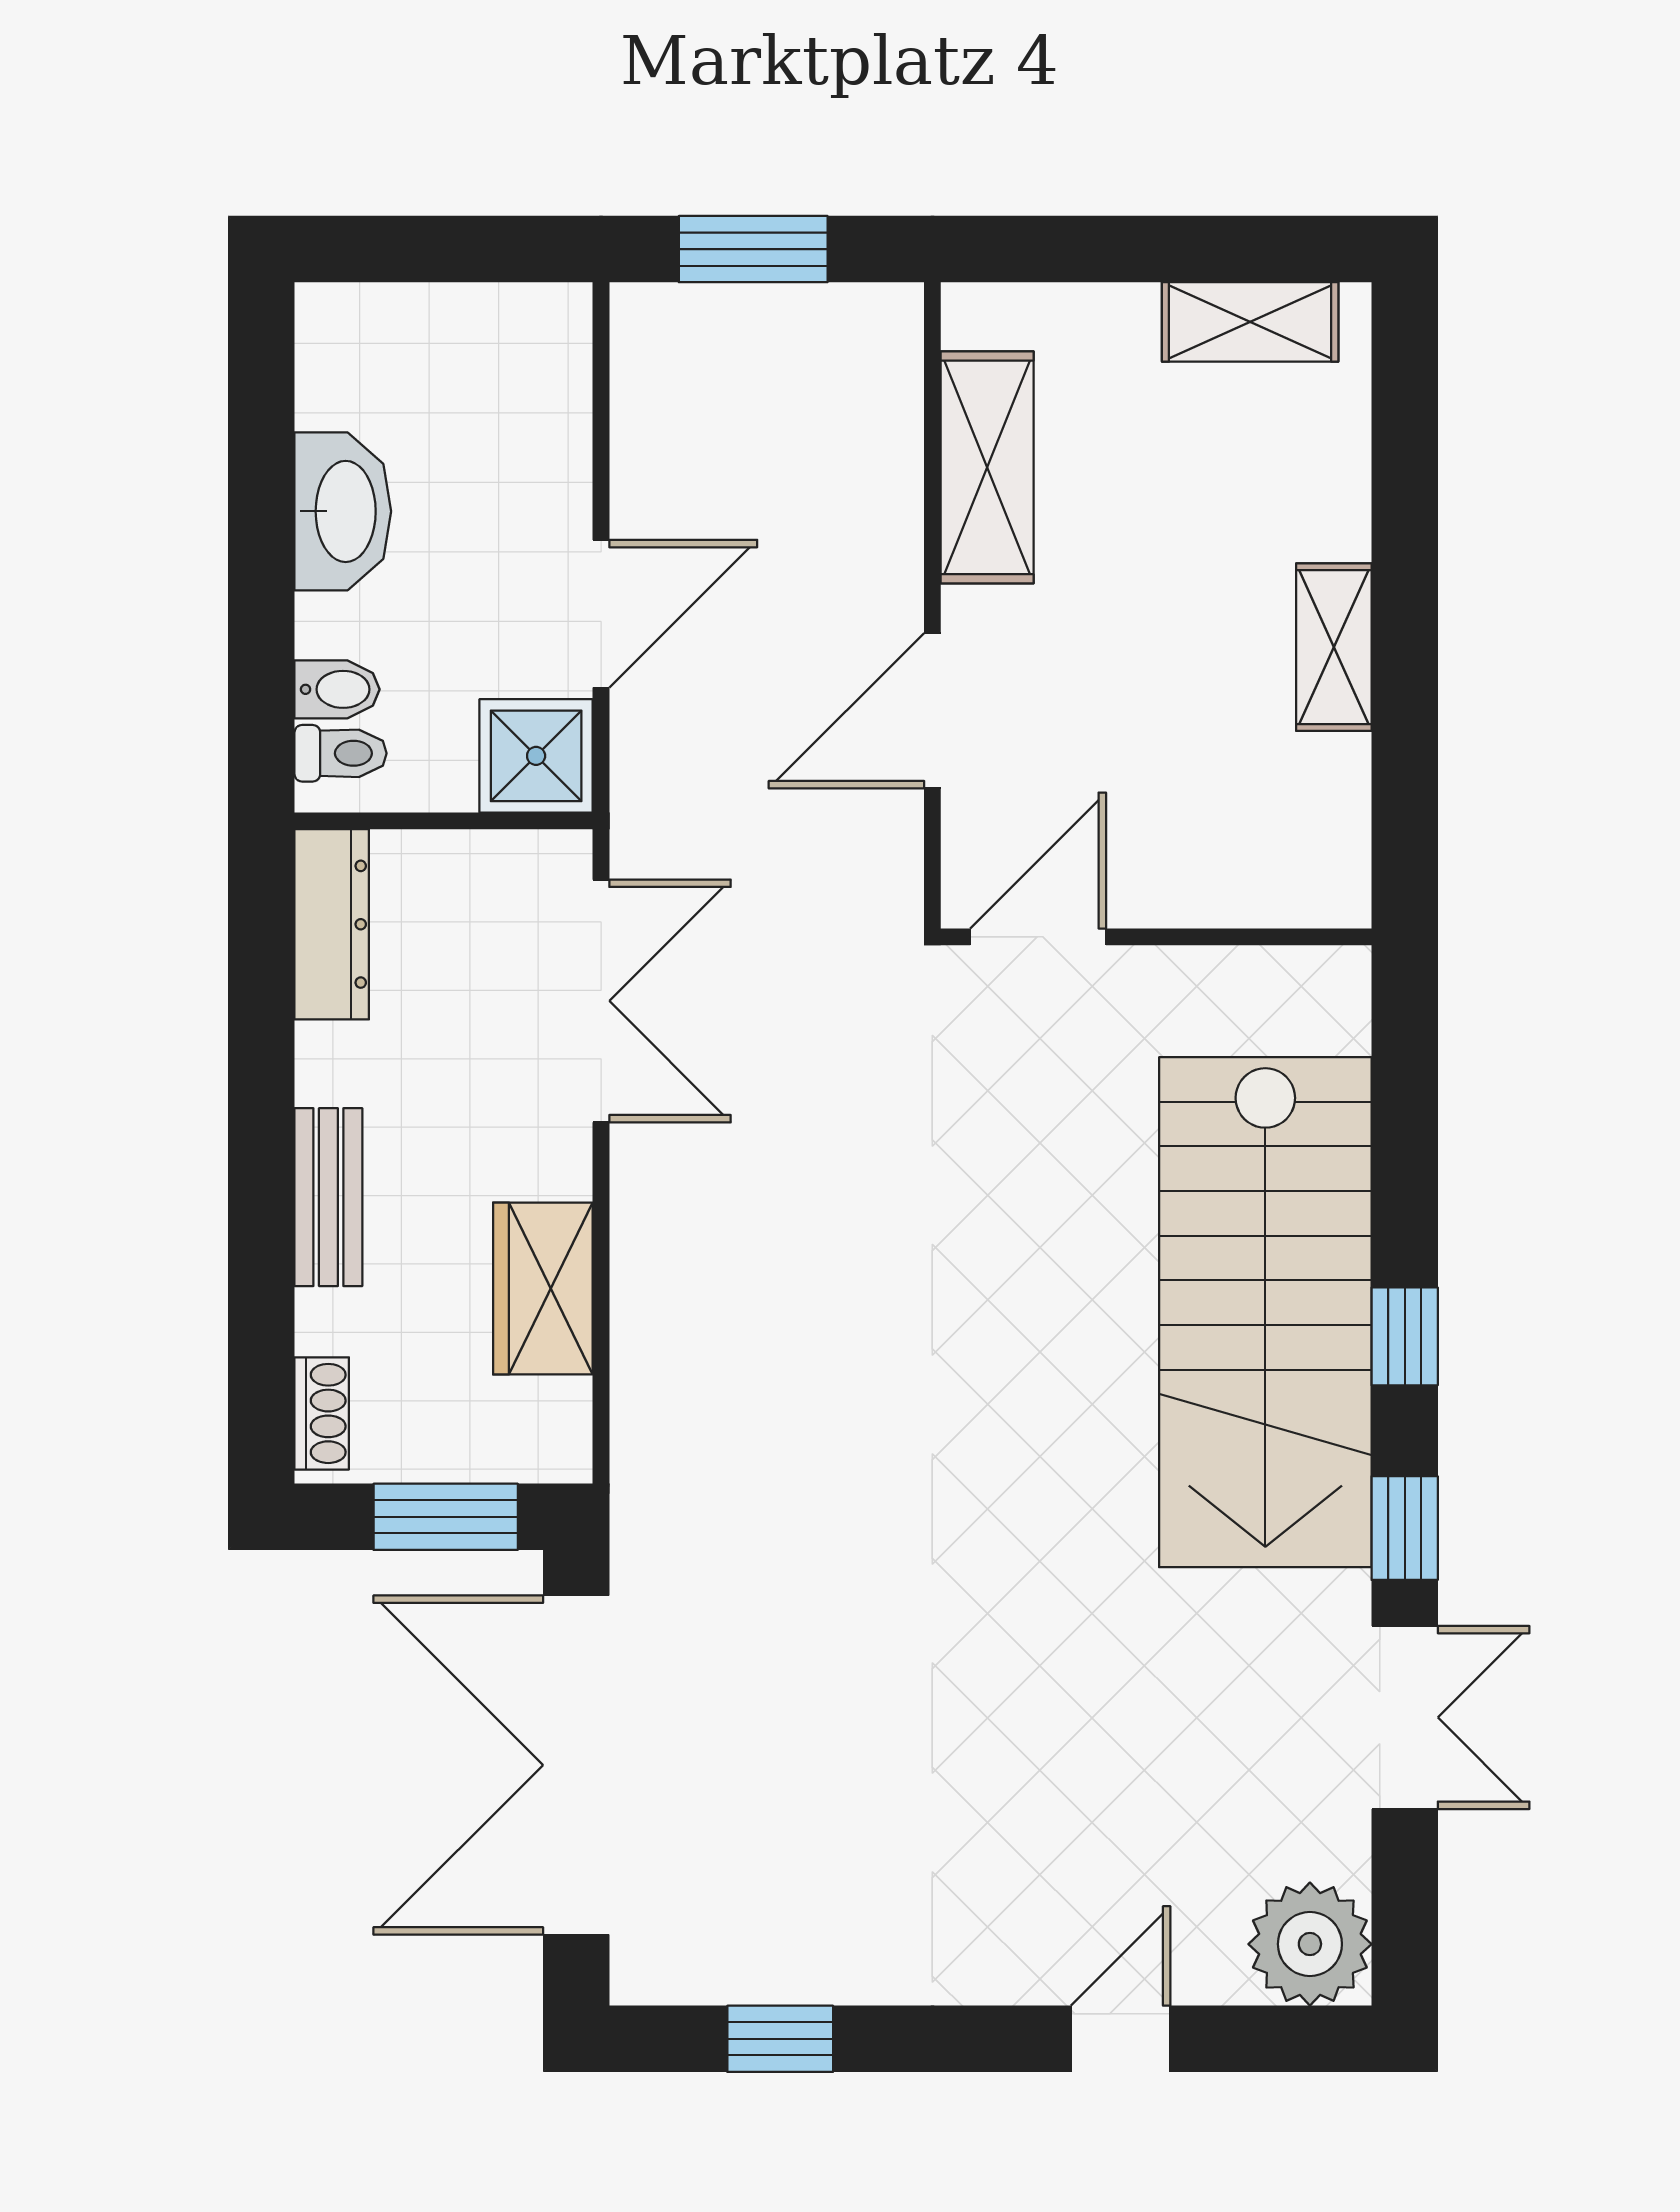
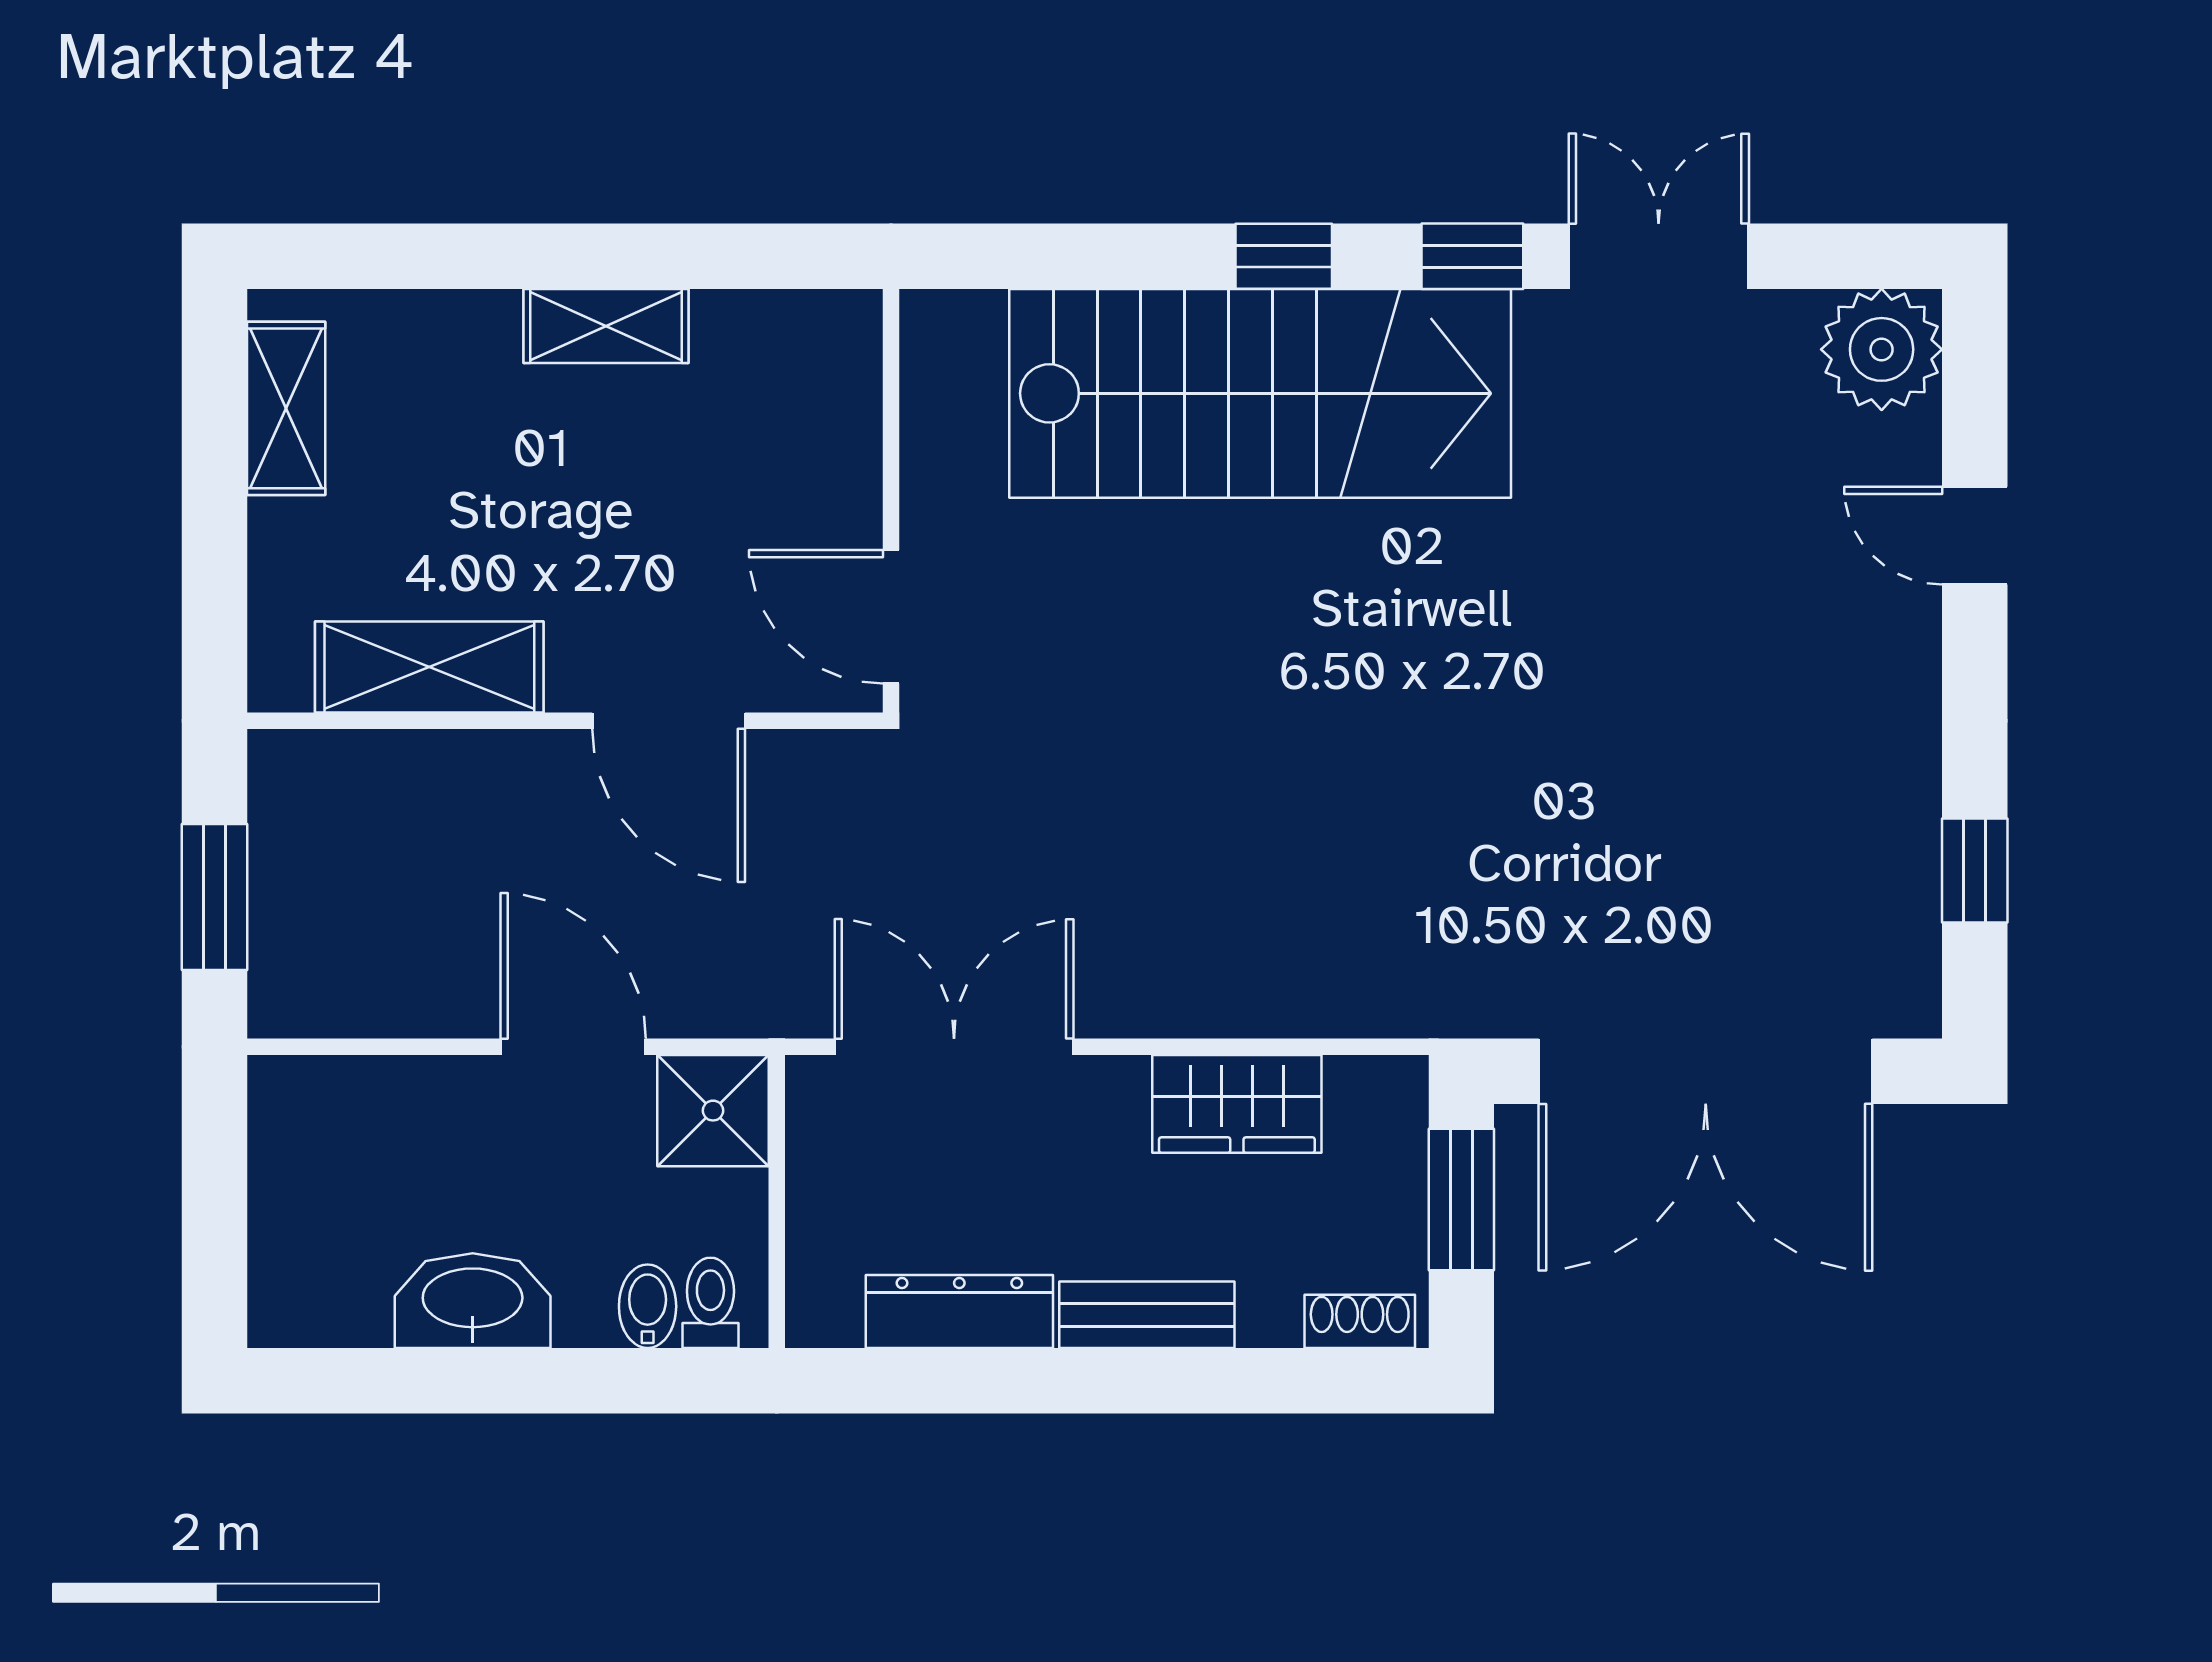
dresser: (332, 924) -> (959, 1312), moved

